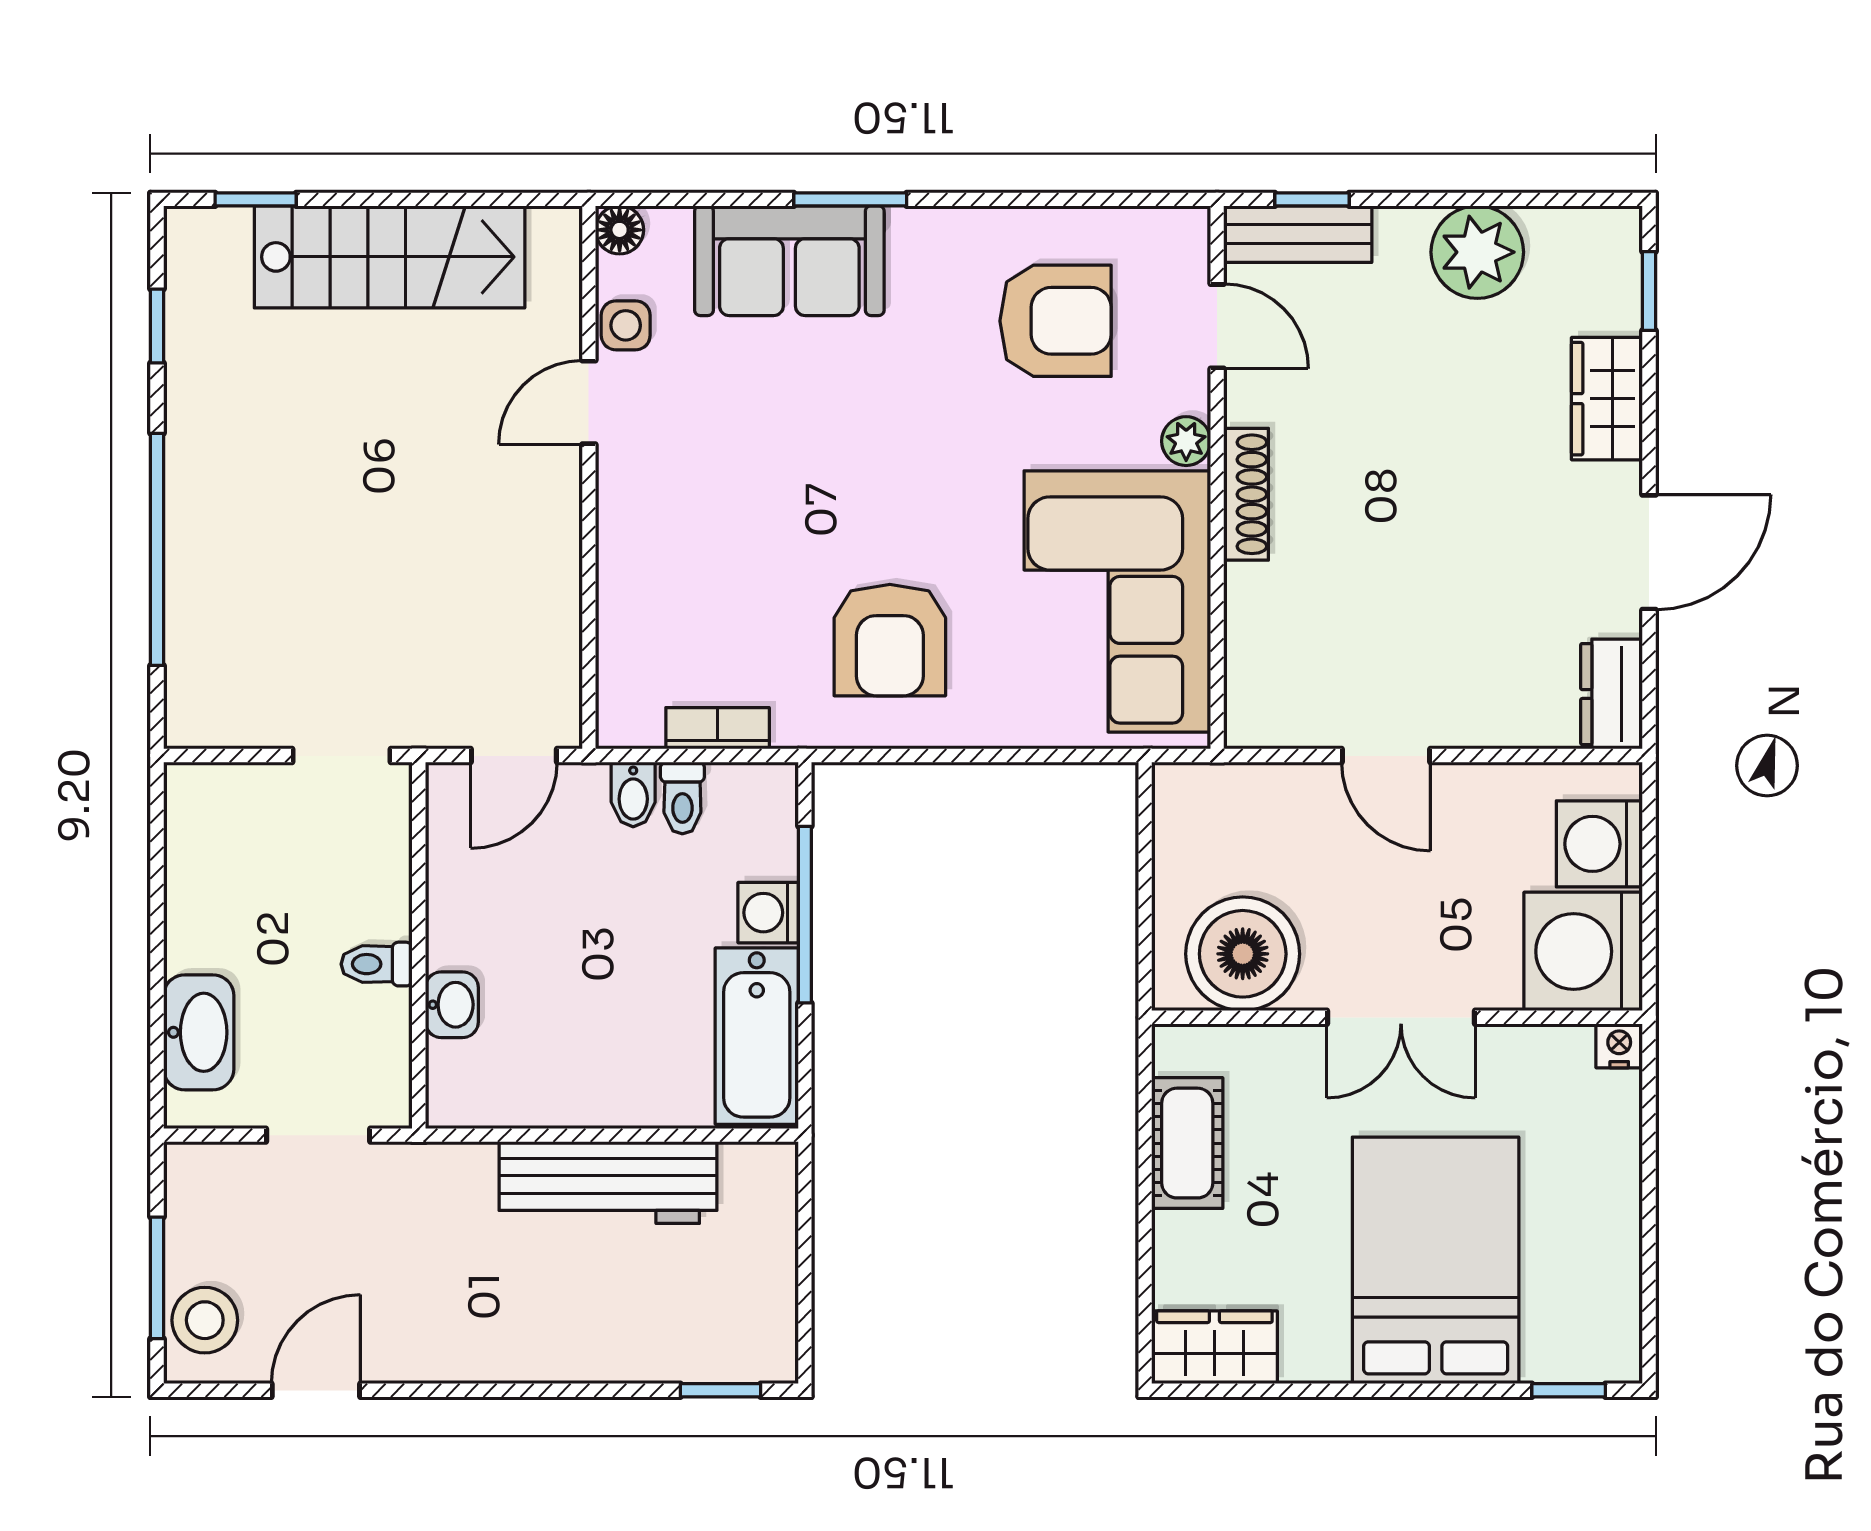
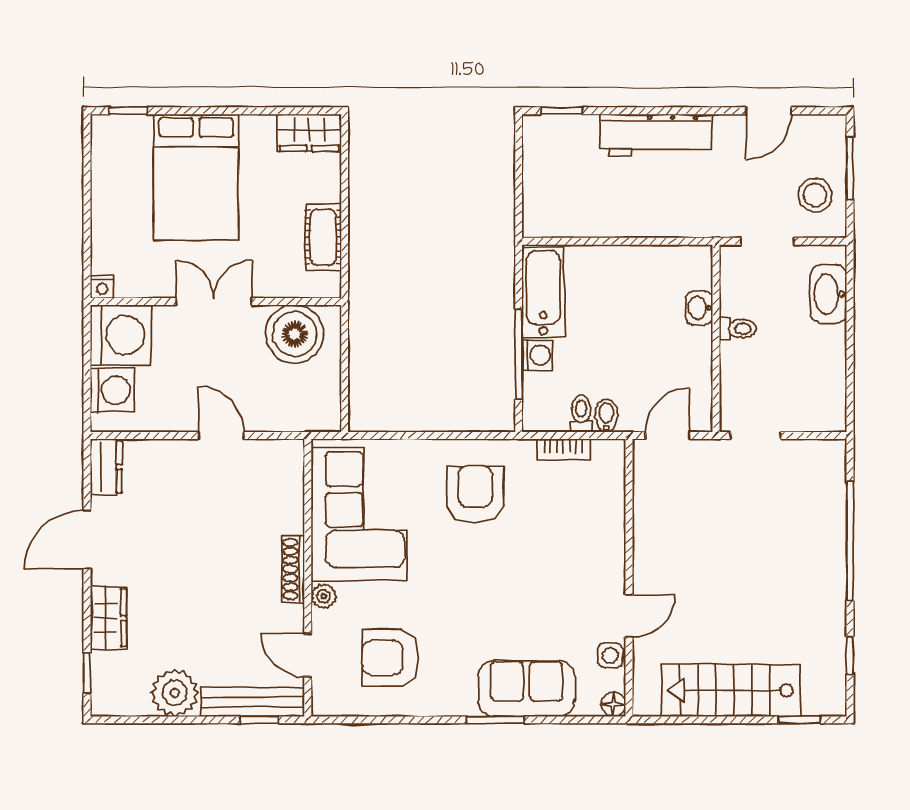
bench: (1298, 234) -> (253, 702), width x1.36
workbench: (608, 1183) -> (656, 135), moved, turned 180
stool: (205, 1320) -> (815, 195), moved

